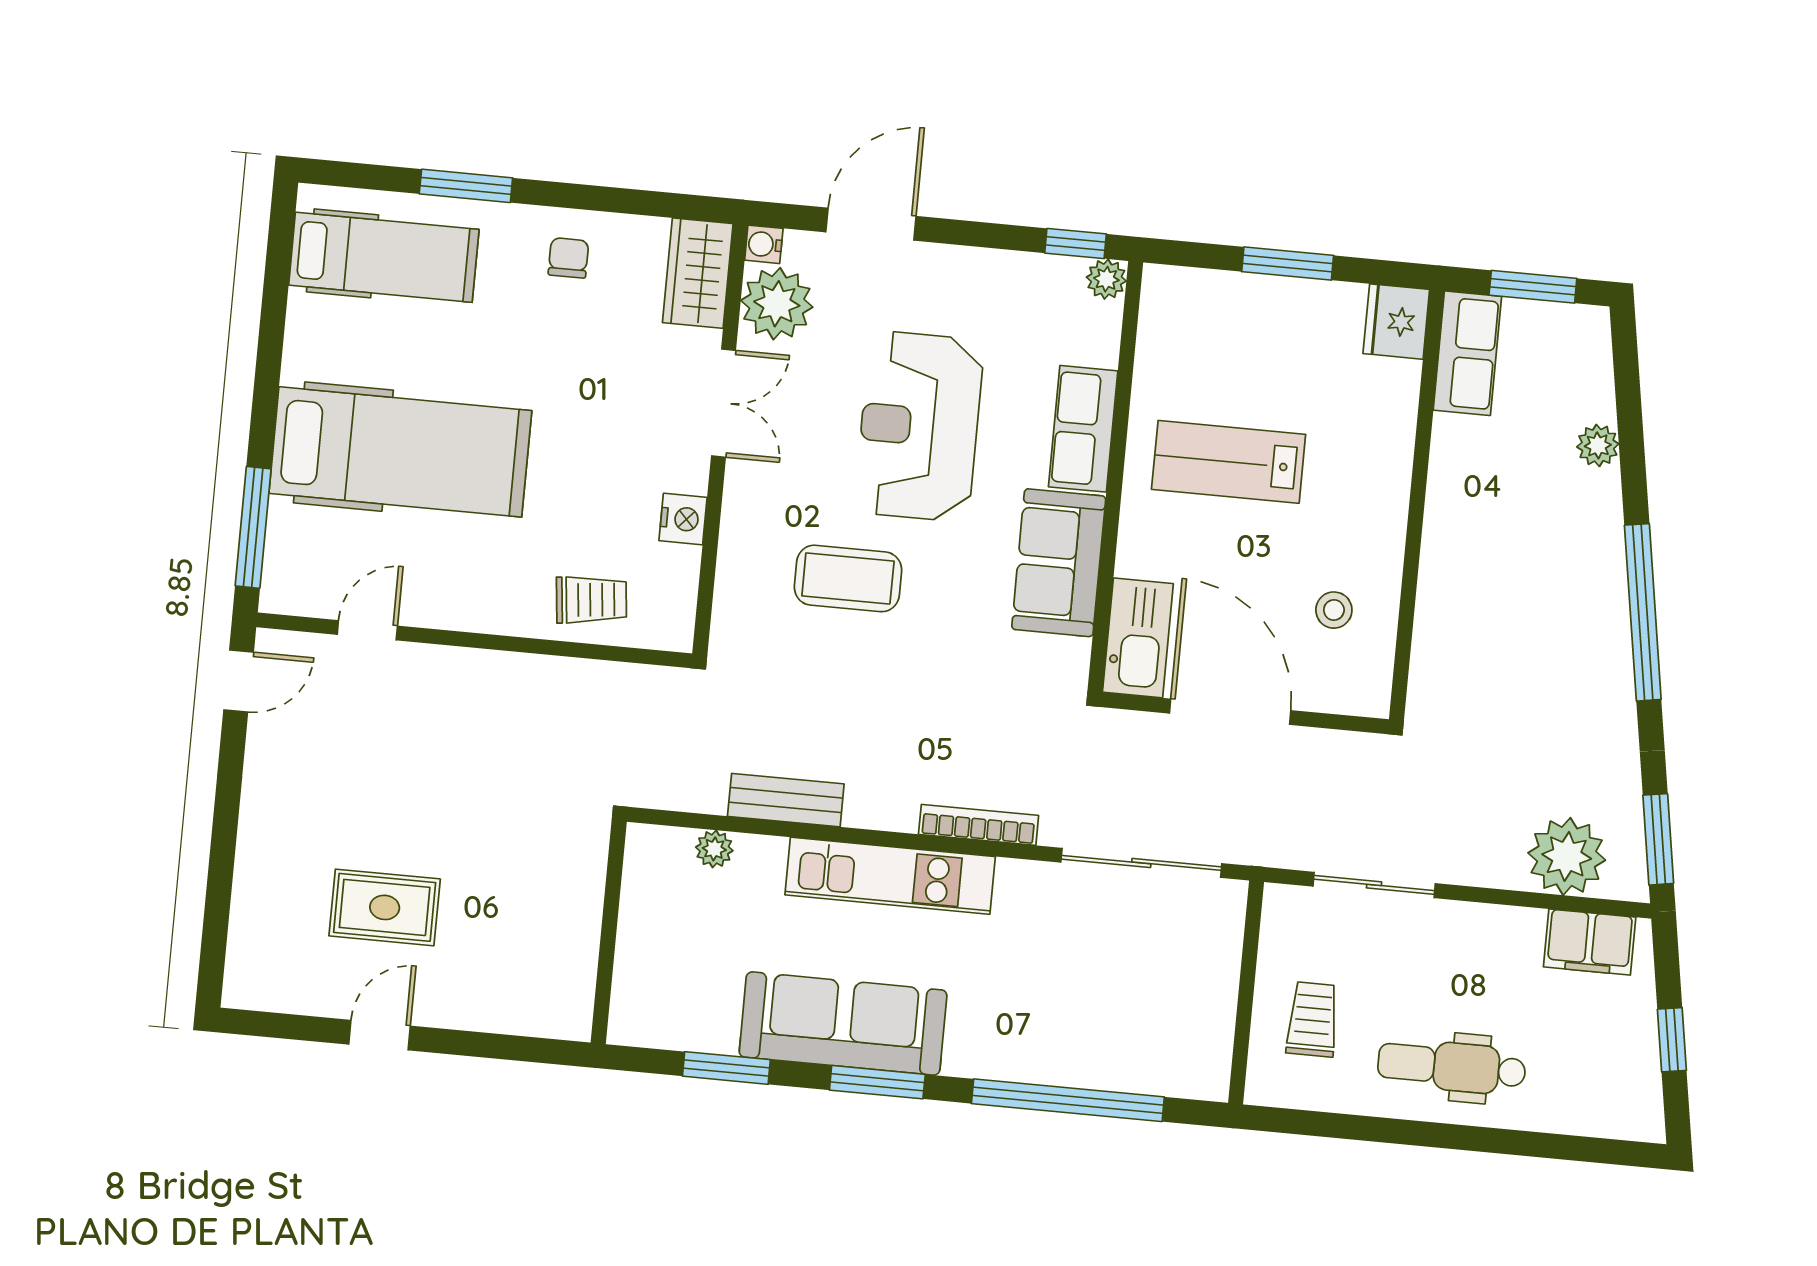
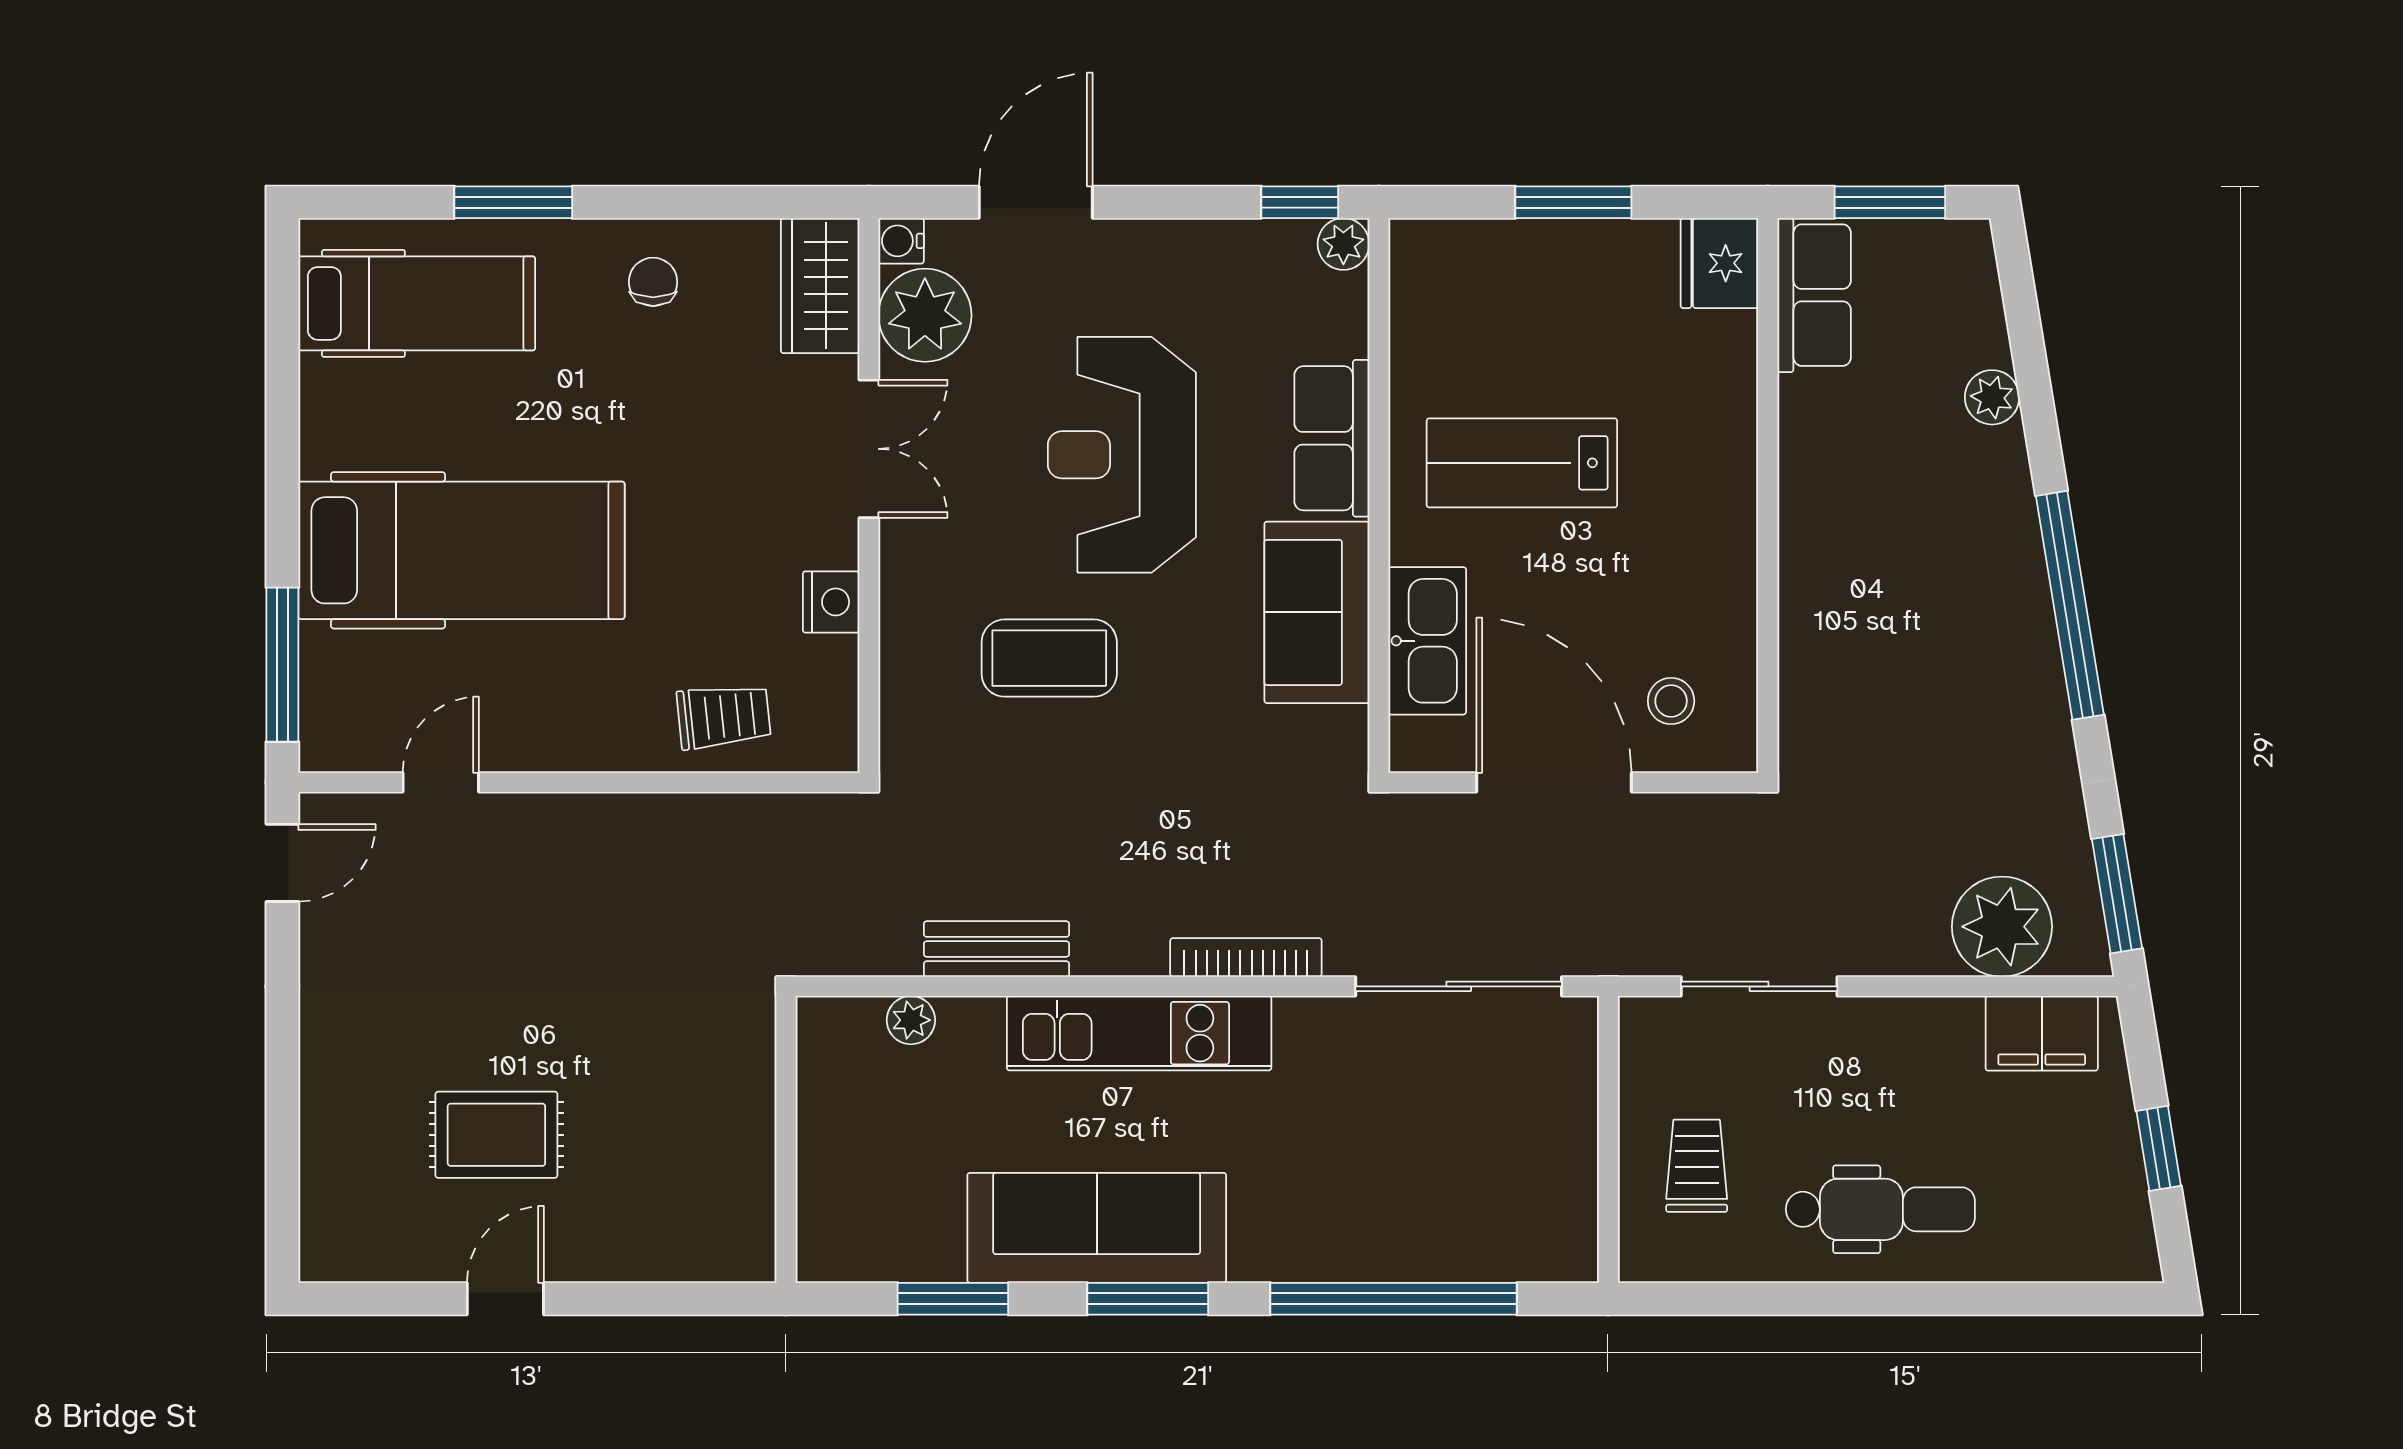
stool: (1334, 610) -> (1671, 701), moved
kitchen sink: (1138, 638) -> (1427, 641), moved
dental chair: (1452, 1067) -> (1880, 1209), turned 180

